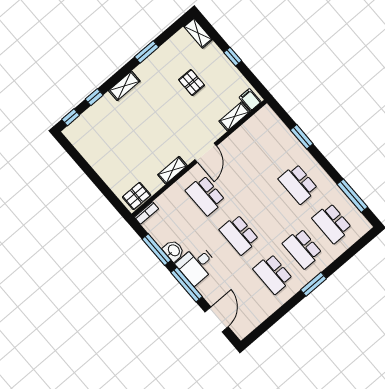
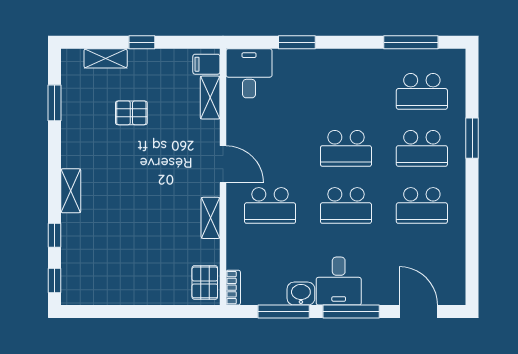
shelving: (198, 33) -> (106, 58), moved
window: (147, 52) -> (54, 103), moved
desk: (264, 126) -> (249, 73), added
school desk: (298, 184) -> (346, 148), moved
window: (313, 284) -> (472, 138), moved

